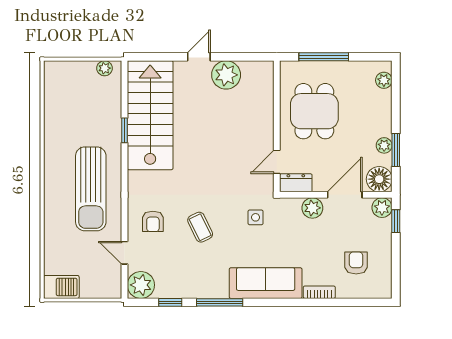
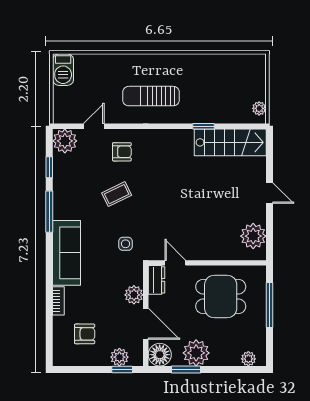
plant: (226, 75) -> (253, 236), moved
stairs: (150, 115) -> (230, 142), width x0.73, depth x0.66
plant: (384, 145) -> (196, 353), width x1.88, depth x1.88
sun lounger: (91, 189) -> (151, 96), width x0.73, depth x0.75
plant: (382, 208) -> (119, 357), moved
armchair: (153, 221) -> (122, 152), turned 180

